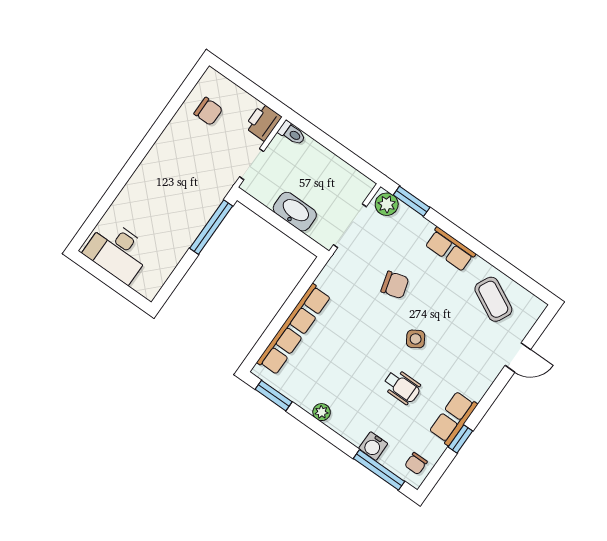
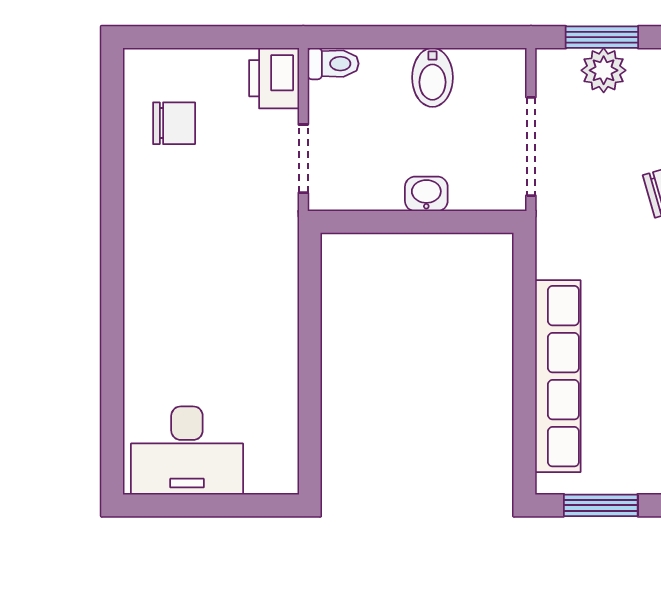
bidet: (329, 168) -> (432, 77), added
plant: (387, 204) -> (604, 70), moved
washbasin: (295, 212) -> (426, 194), width x0.52, depth x0.69
window: (211, 227) -> (310, 306), removed

